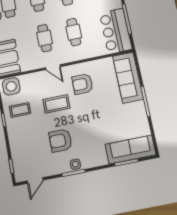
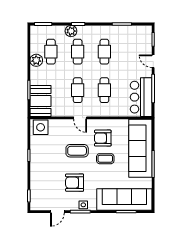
sofa: (128, 78) -> (140, 148), width x1.36, depth x1.27
coffee table: (20, 110) -> (105, 159), moved
sofa: (130, 150) -> (124, 199), width x1.36, depth x1.27
door: (35, 181) -> (57, 212), moved

